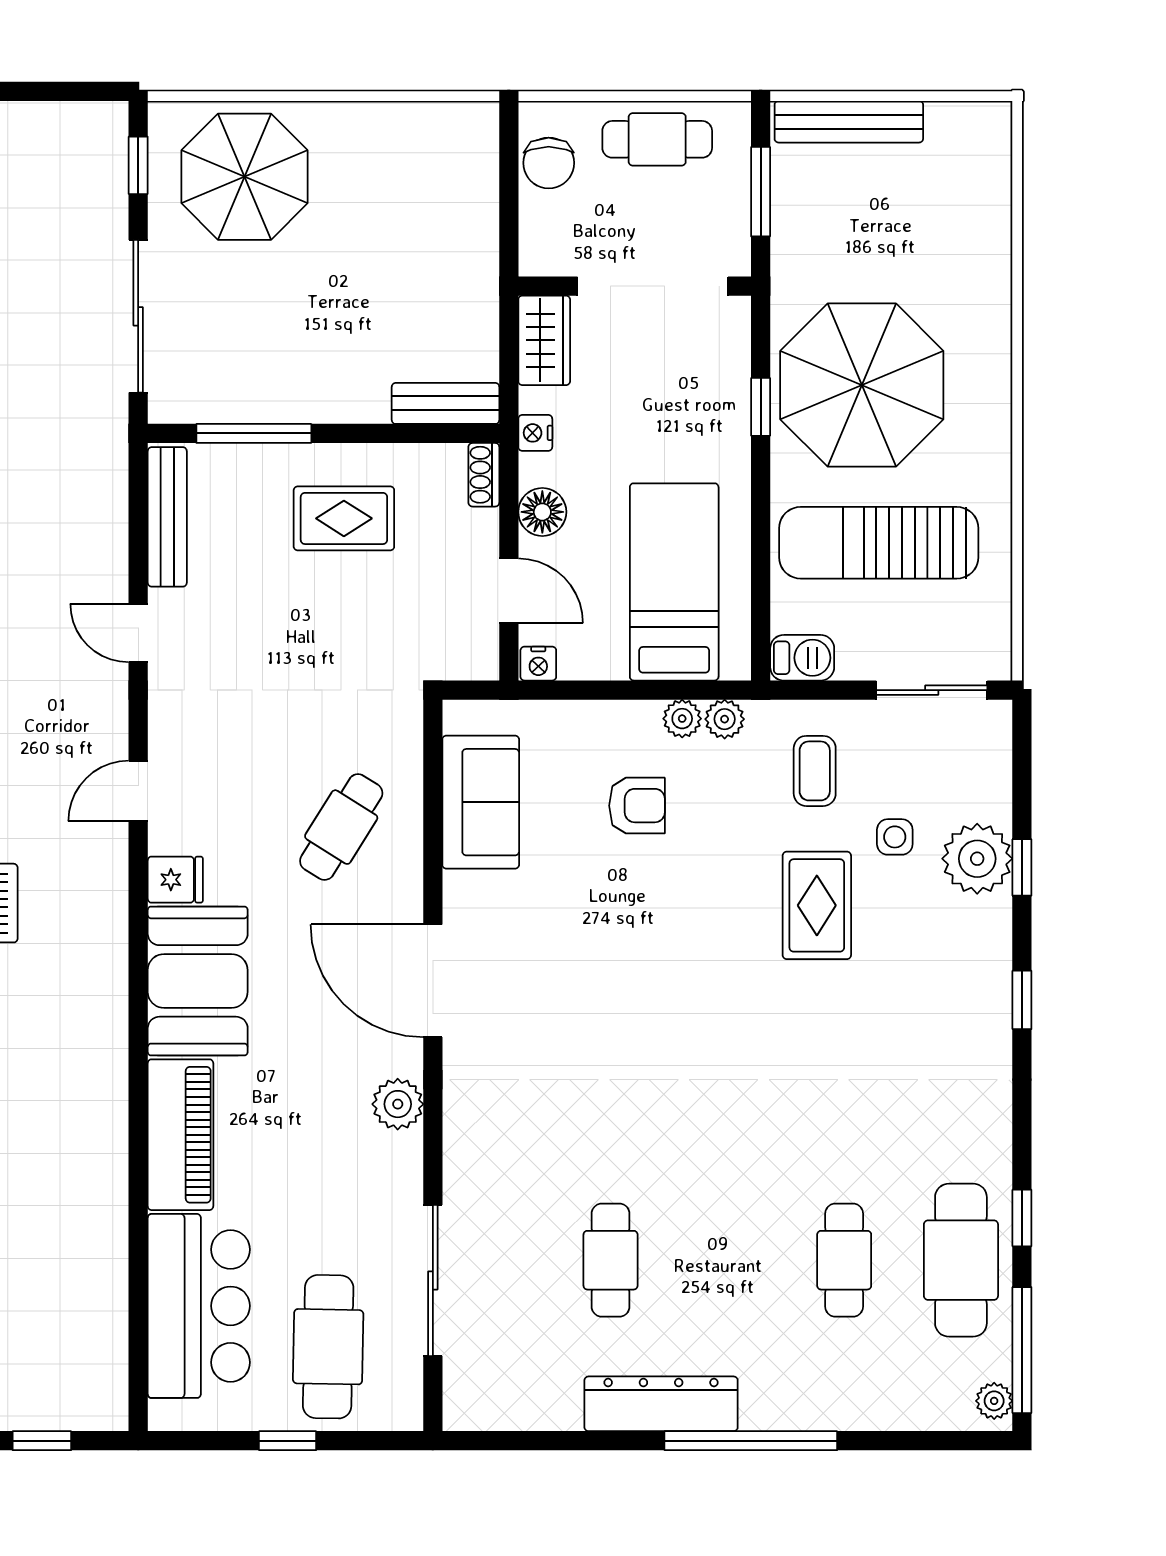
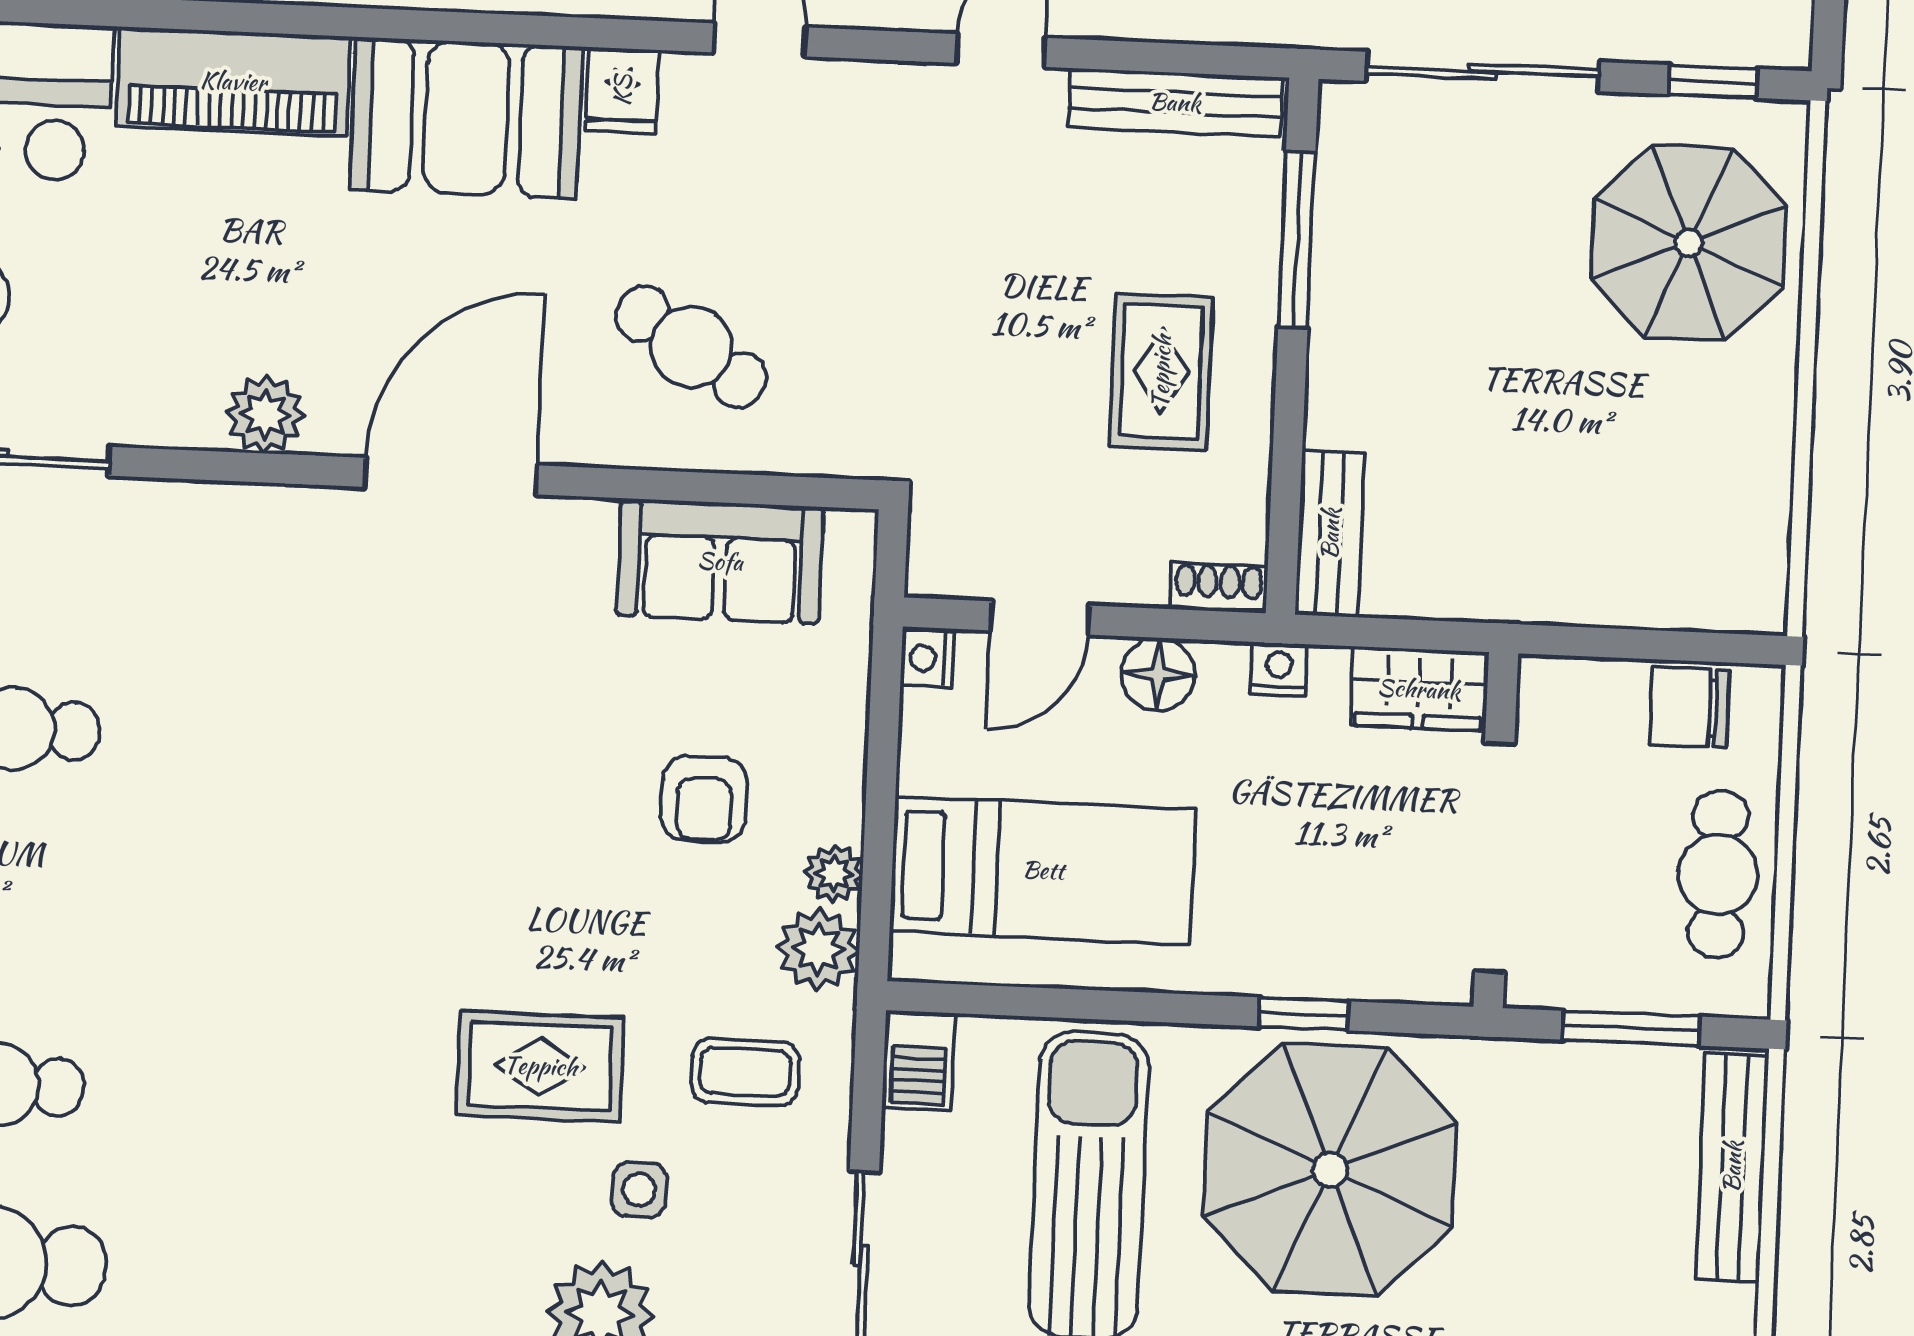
plant: (725, 719) -> (818, 949), width x1.38, depth x1.38

